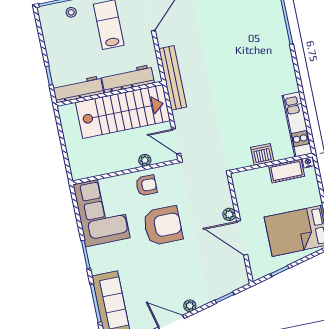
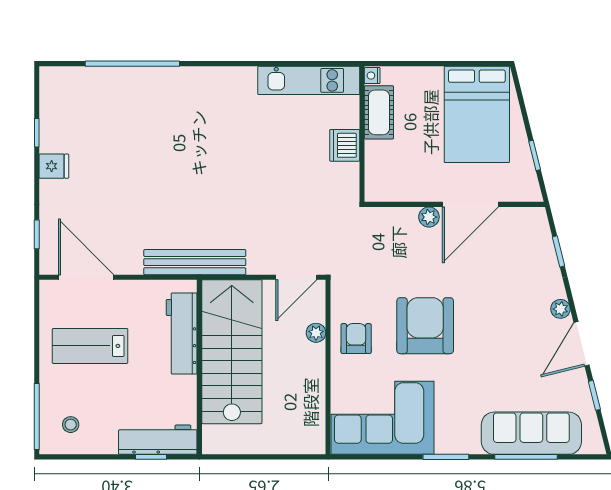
stool: (71, 12) -> (71, 425), moved
workbench: (78, 89) -> (158, 440), moved, turned 90

